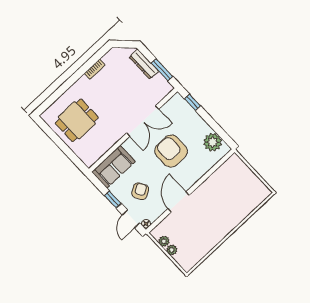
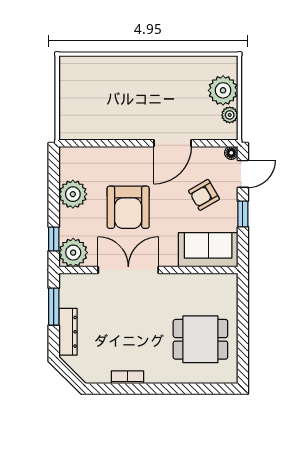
plant: (177, 105) -> (73, 253), added
plant: (213, 142) -> (73, 194), moved
plant: (172, 250) -> (223, 90), width x1.88, depth x1.88

